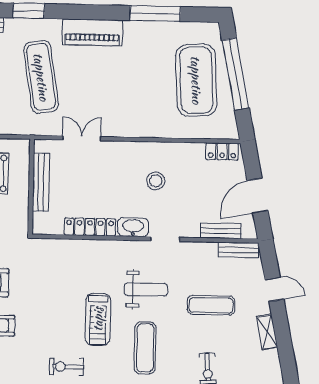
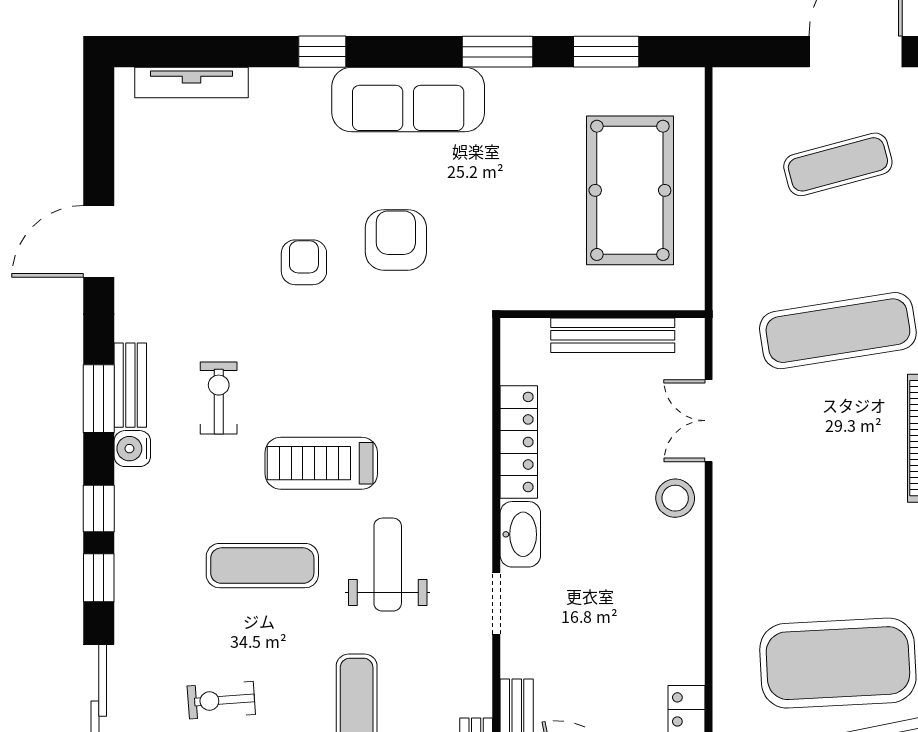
double door: (82, 138) -> (709, 421), swing flipped
stool: (156, 181) -> (675, 498), moved
weight bench: (146, 289) -> (388, 565), turned 180

